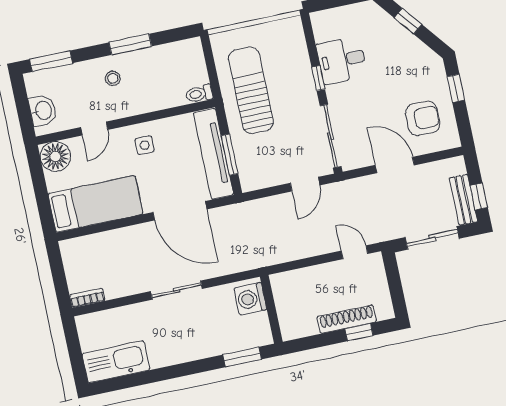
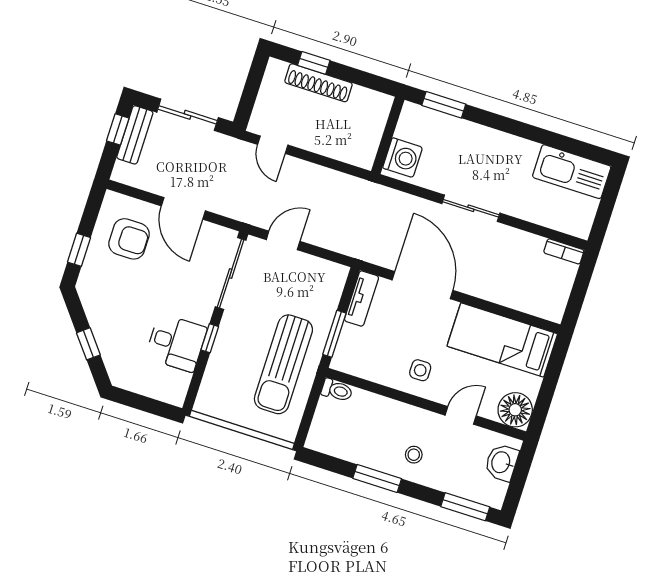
armchair: (423, 118) -> (129, 239), turned 180
tv unit: (213, 154) -> (361, 298), width x0.52, depth x0.78
window: (230, 155) -> (334, 334), moved

